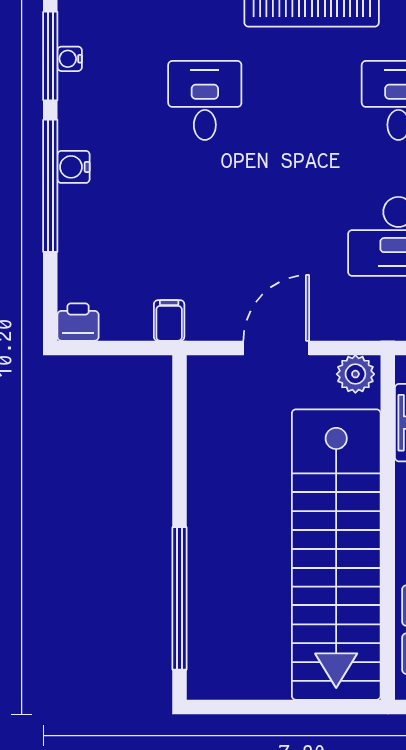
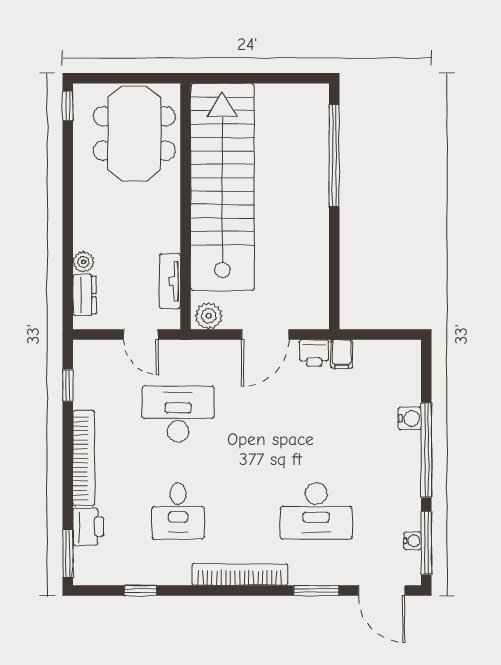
desk: (205, 100) -> (316, 511), width x1.37
water cooler: (74, 167) -> (410, 418), moved
printer: (78, 322) -> (314, 353), moved

